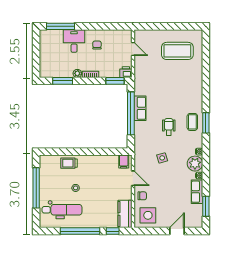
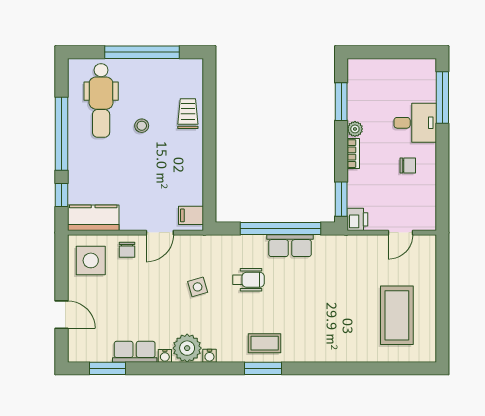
wheelchair: (169, 127) -> (248, 280), moved

